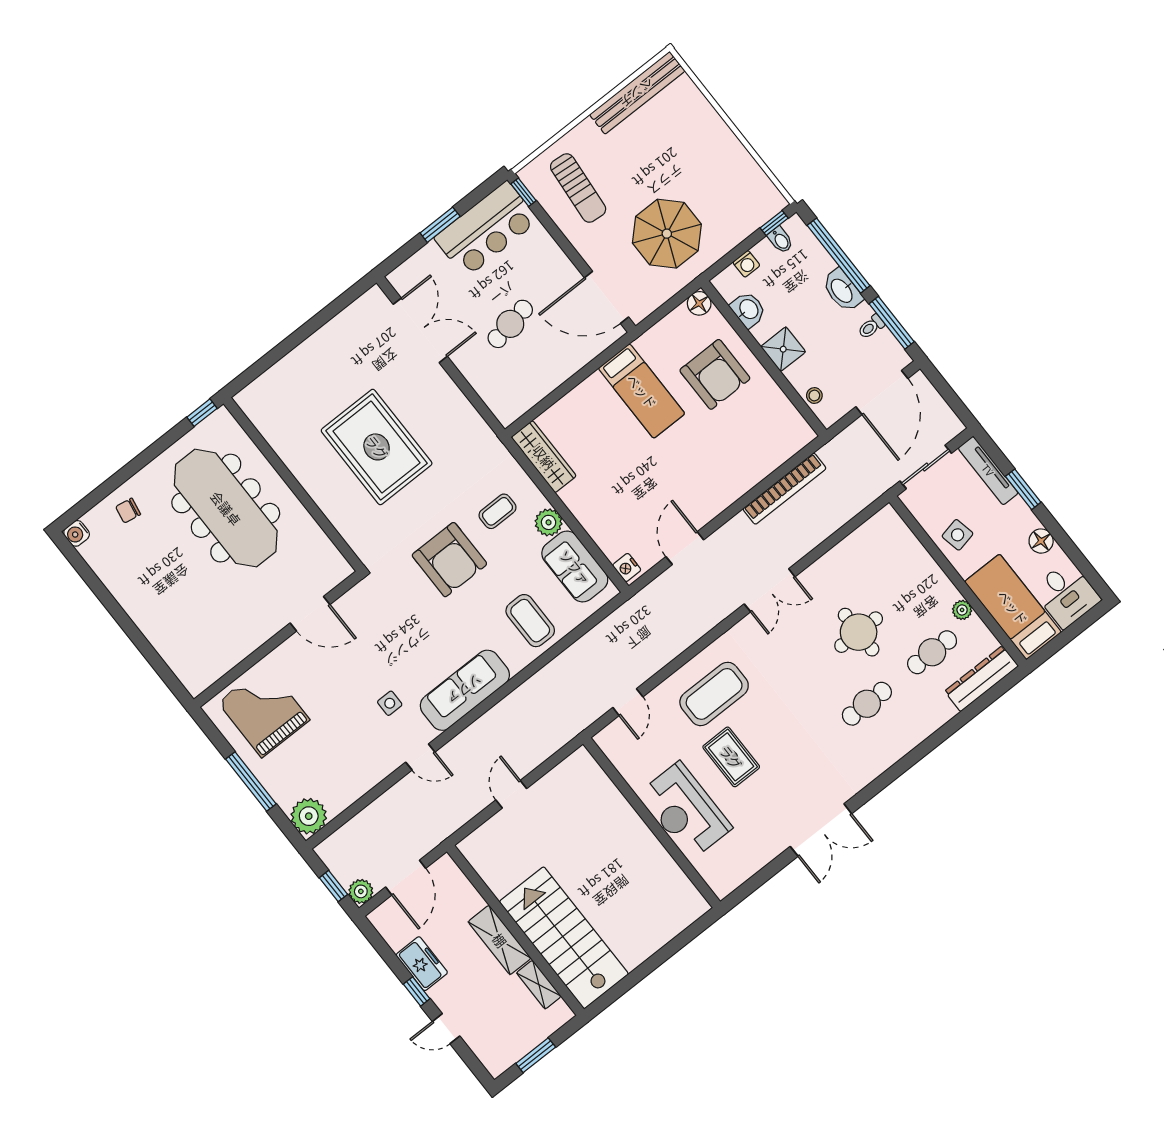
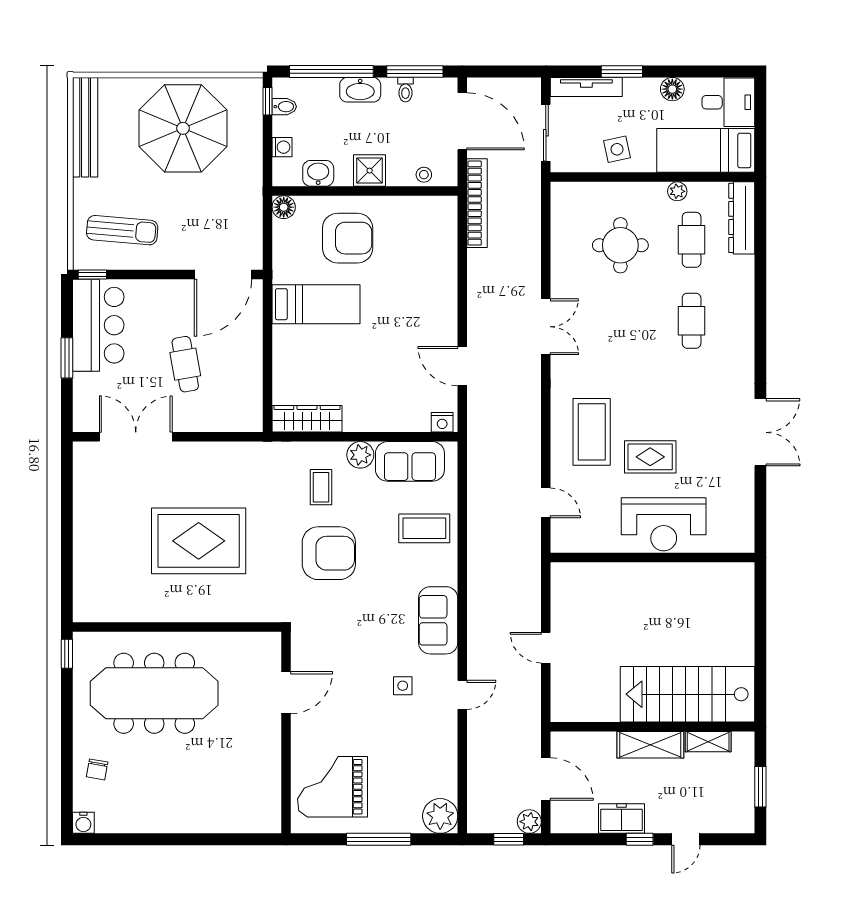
parasol: (667, 234) -> (183, 128), moved, width x1.36, depth x1.36
bookcase: (784, 489) -> (477, 203), moved
round table: (859, 632) -> (620, 245), moved
sofa: (465, 690) -> (438, 620), width x0.73

